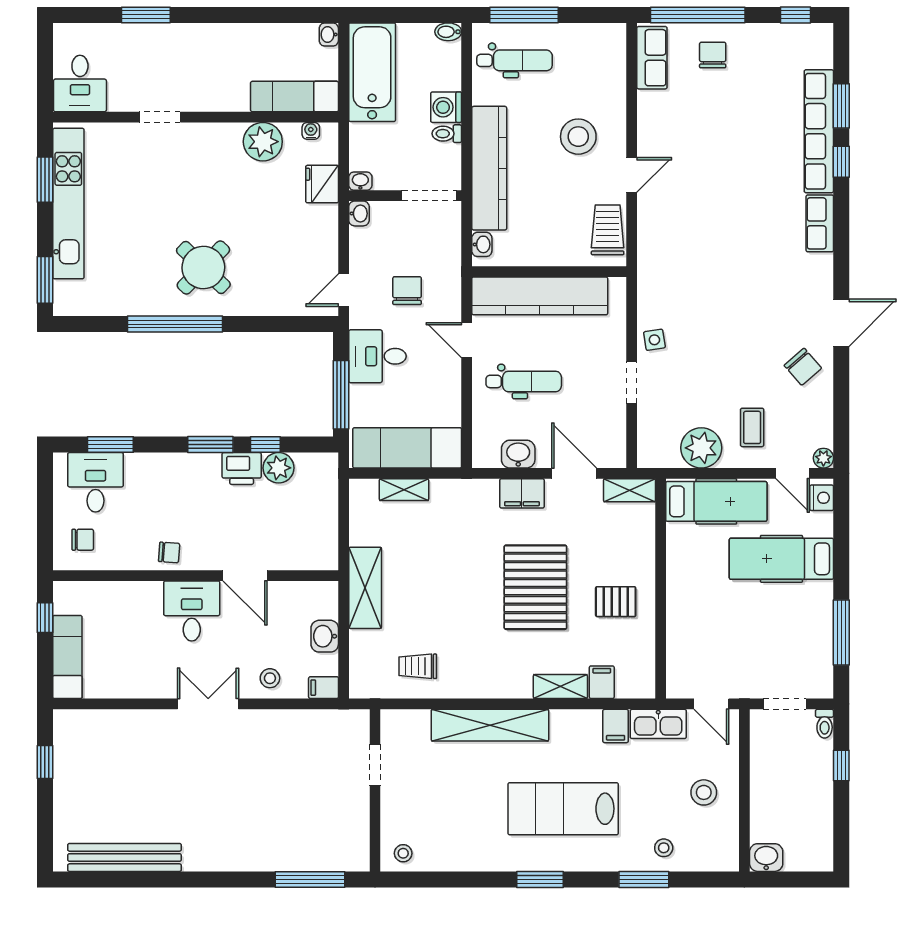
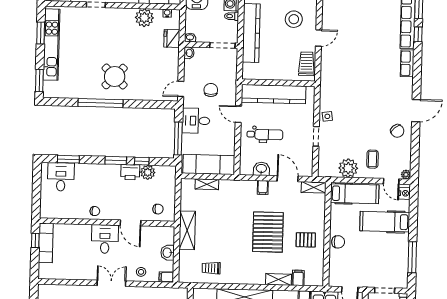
washbasin: (482, 244) -> (247, 69), removed
filing cabinet: (522, 493) -> (263, 187), width x0.50
chair: (83, 540) -> (158, 209), moved
chair: (684, 604) -> (338, 242), added
exam couch: (67, 657) -> (46, 243), moved

